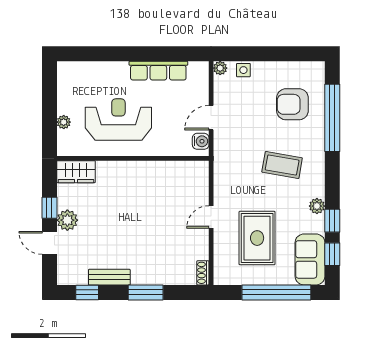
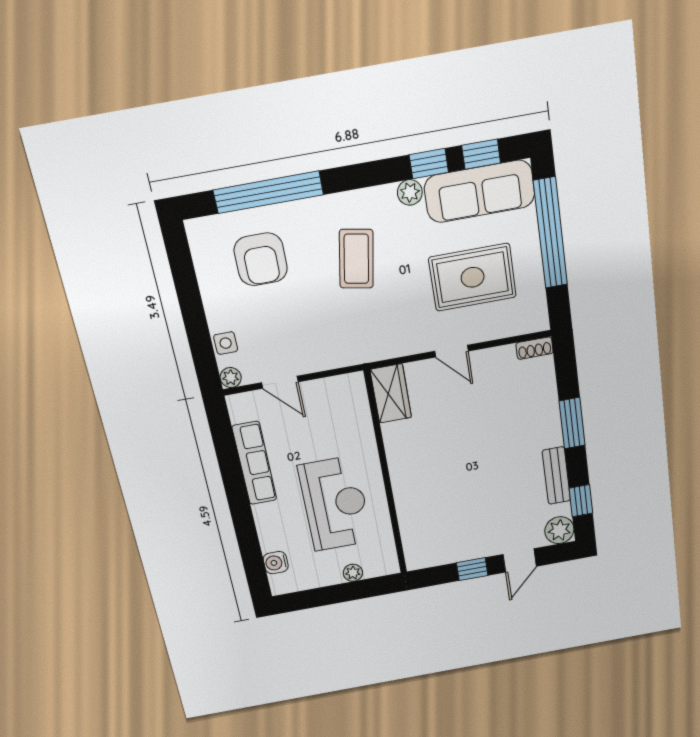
door: (211, 118) -> (280, 382), moved
reception desk: (118, 120) -> (335, 504), turned 180
water cooler: (201, 141) -> (276, 563), moved, turned -90
wardrobe: (76, 172) -> (391, 394), moved
plant: (67, 220) -> (559, 530), moved
sofa: (310, 259) -> (480, 191), width x1.36

